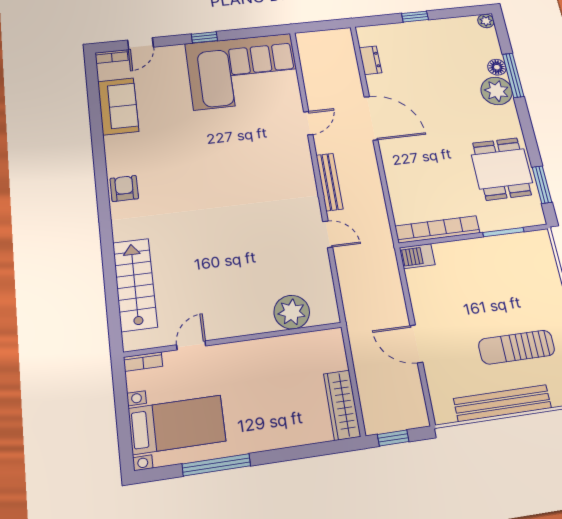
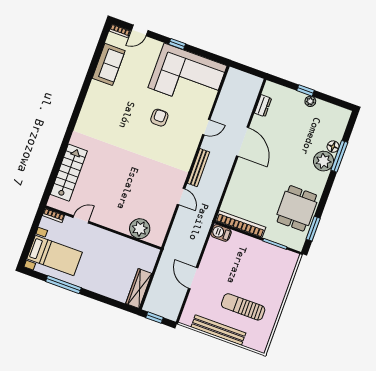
plant: (486, 21) -> (310, 101), moved
armchair: (124, 188) -> (159, 118), moved

